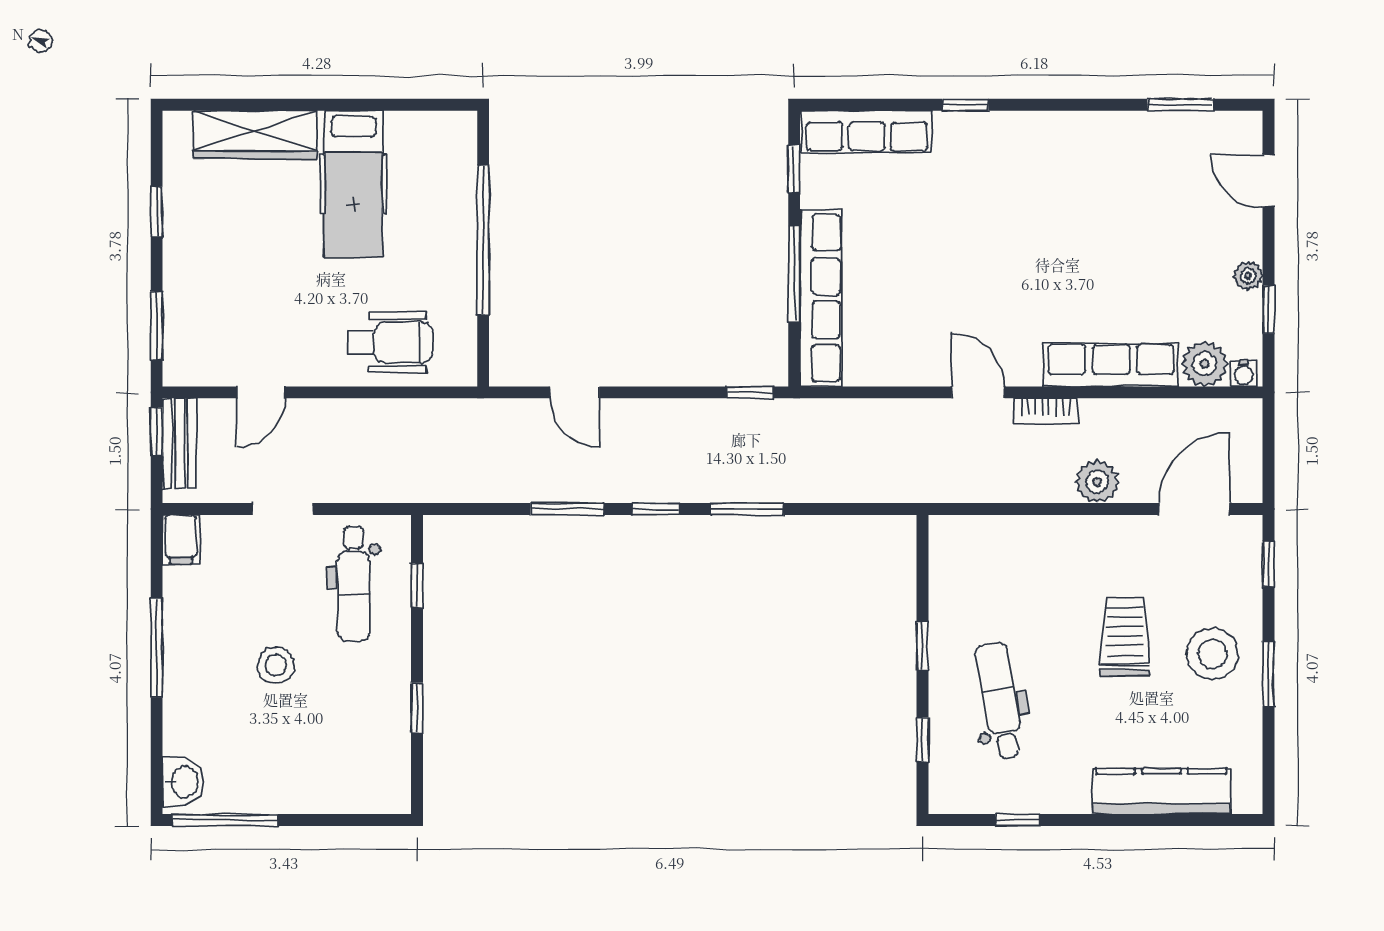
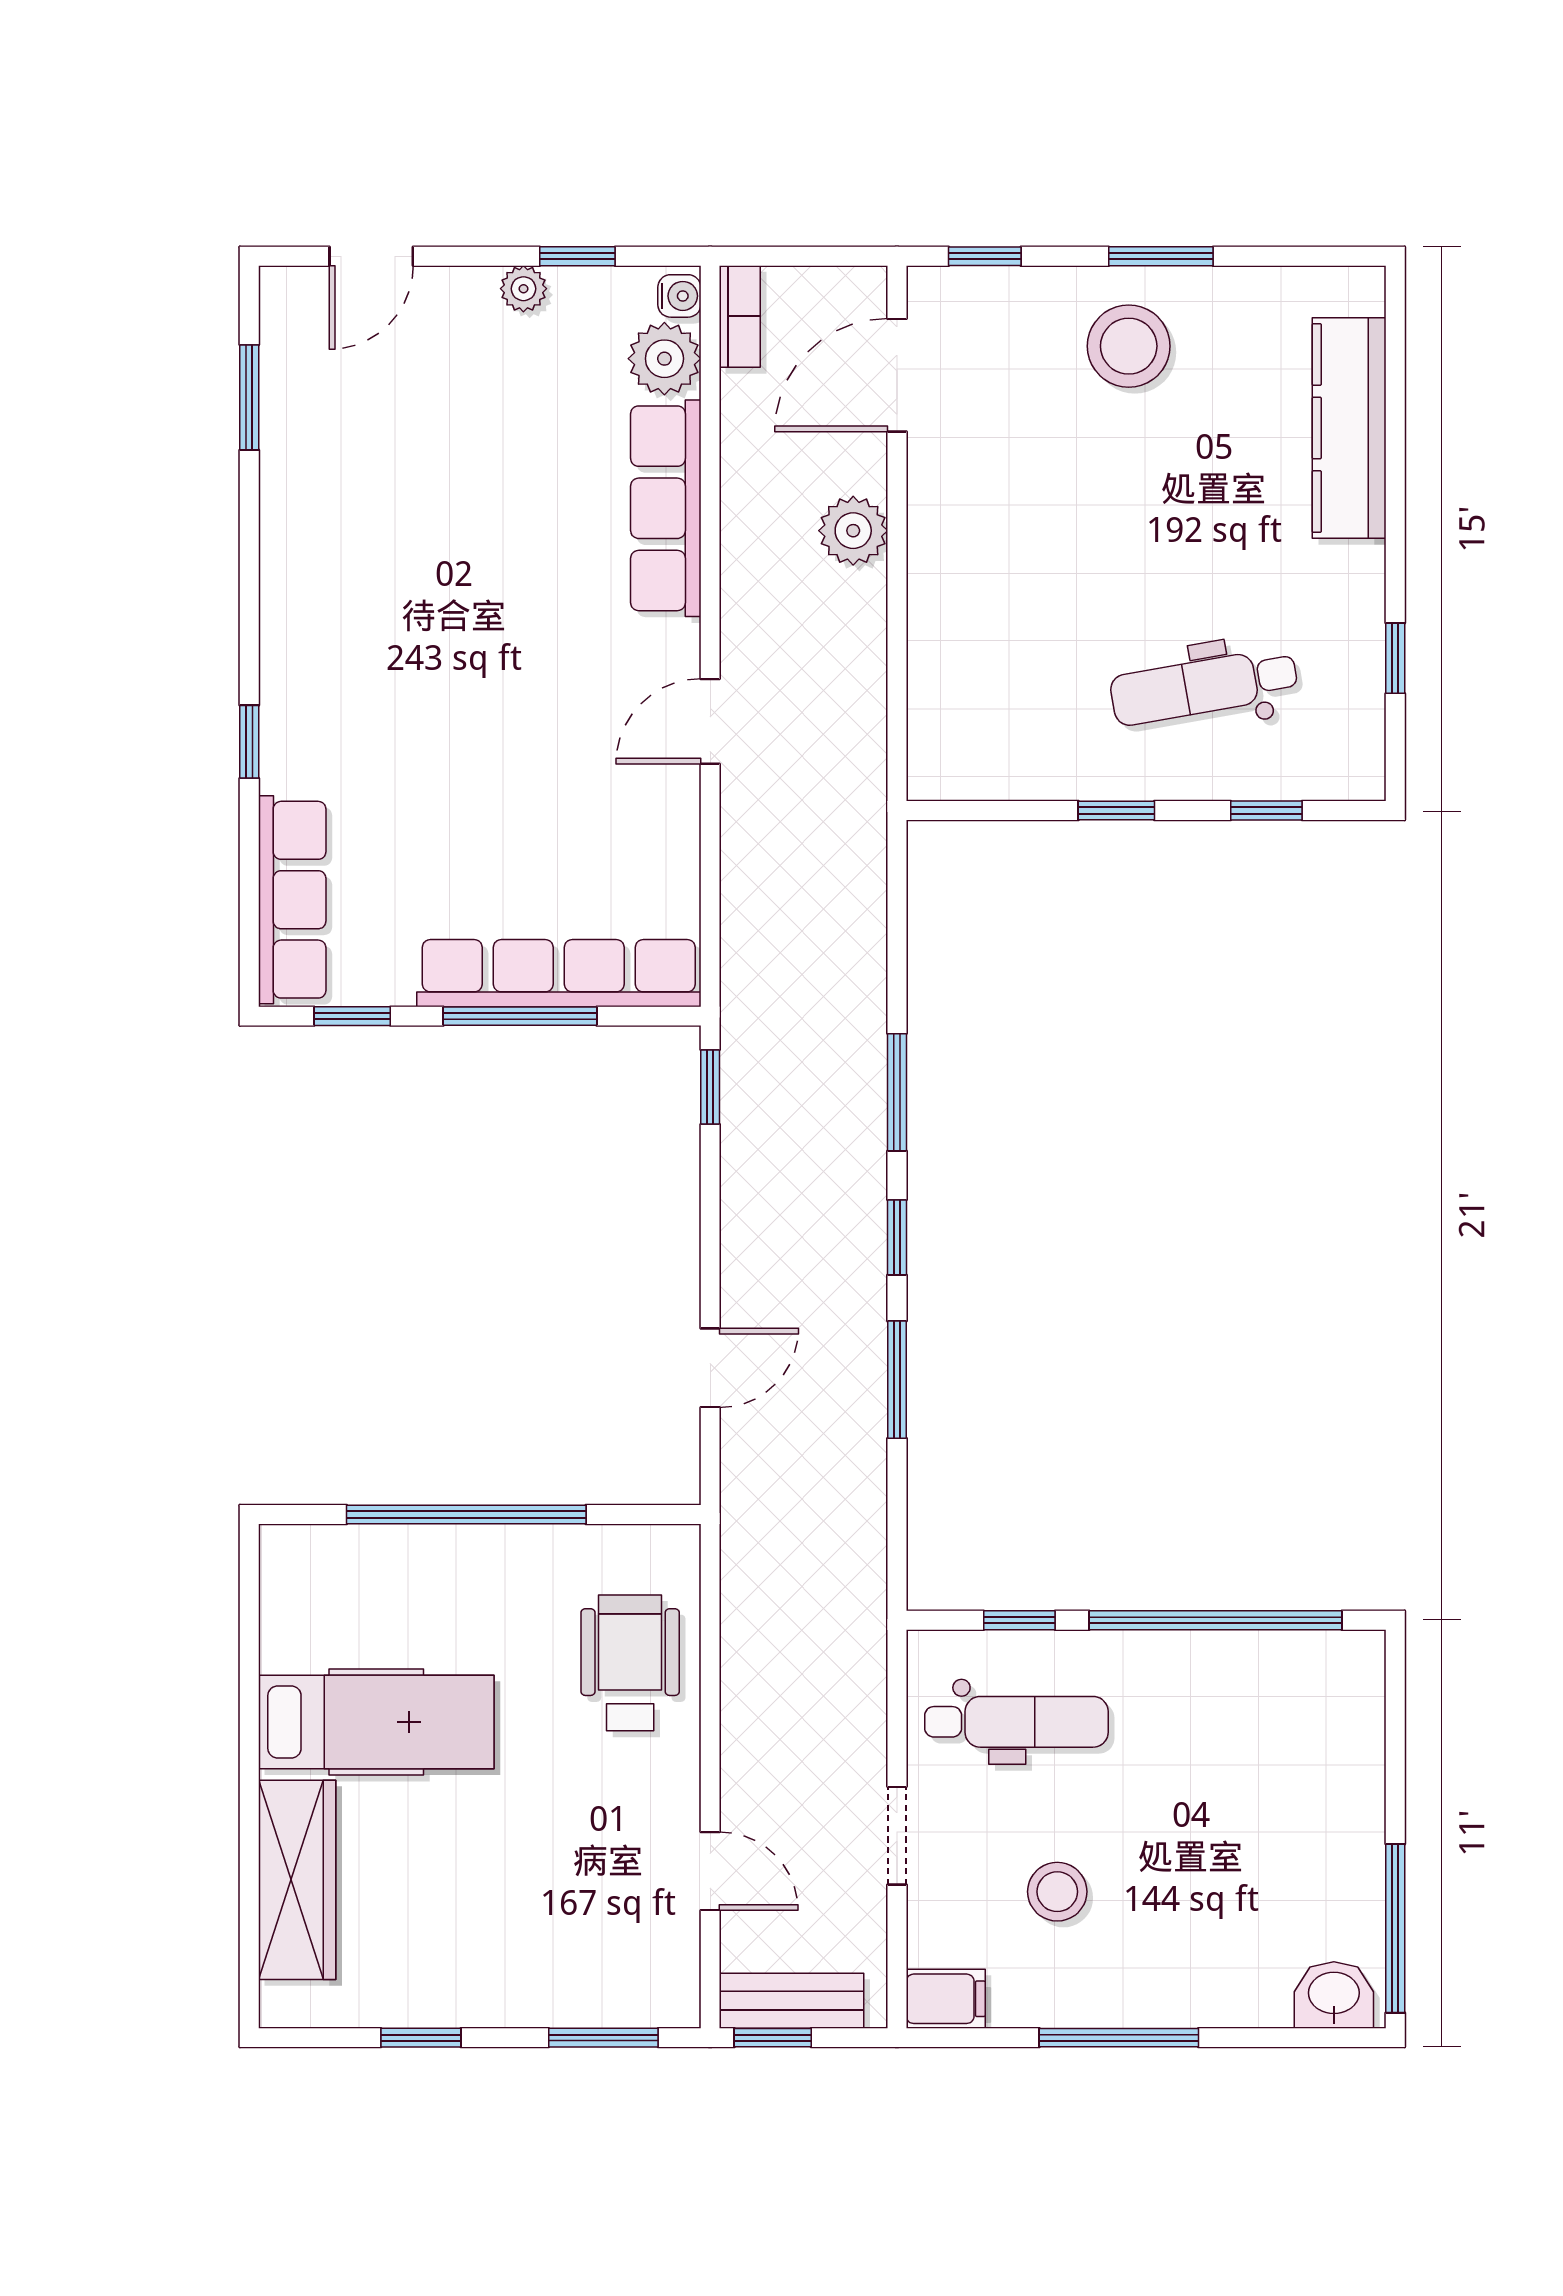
bookcase: (1046, 411) -> (740, 316), moved
door: (1194, 509) -> (897, 375), hinge flipped
trolley: (1125, 637) -> (1102, 486), removed
stool: (276, 665) -> (1057, 1892), moved
window: (417, 708) -> (1216, 1620), width x3.17

